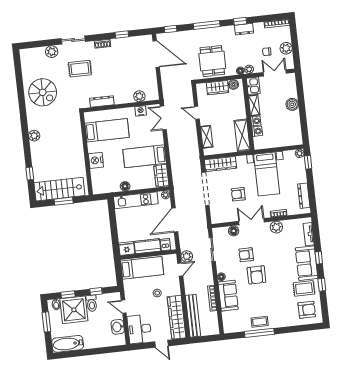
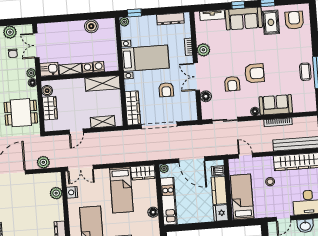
boiler: (292, 104) -> (91, 26), moved
plant: (187, 256) -> (43, 162), moved

